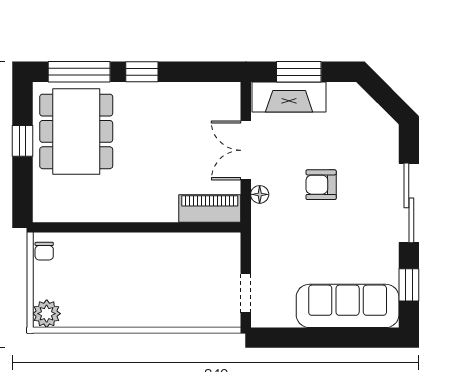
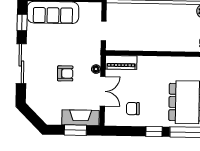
chair: (185, 117) -> (133, 109), added
doorway: (246, 293) -> (104, 31), moved

